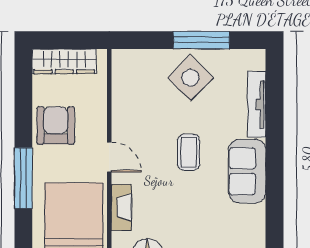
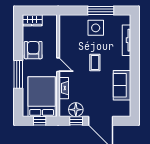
wardrobe: (64, 61) -> (32, 20), width x0.67
side table: (190, 78) -> (96, 28), turned 45
sofa: (247, 171) -> (122, 85), moved

